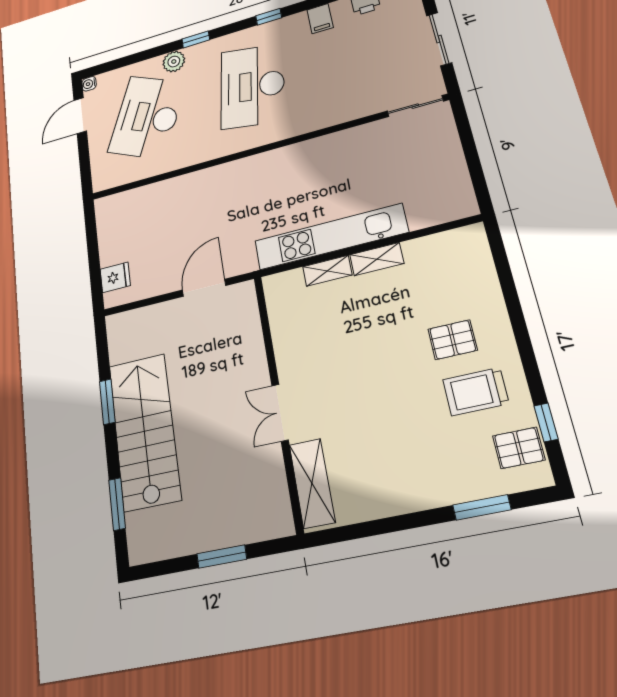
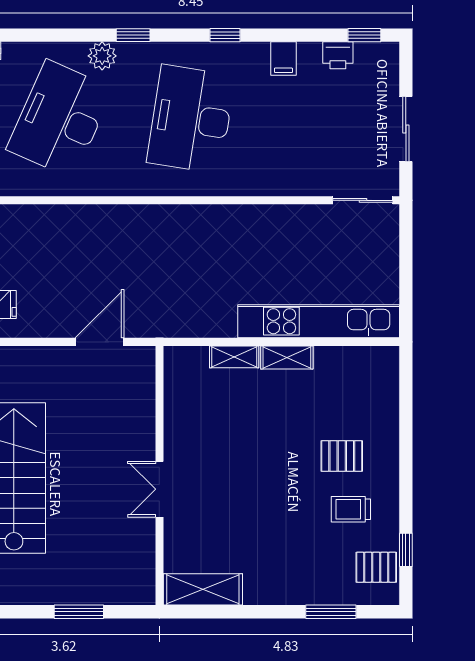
kitchen unit: (330, 237) -> (319, 321), moved
trolley: (476, 392) -> (351, 509), width x0.73, depth x0.72
shelving: (312, 483) -> (203, 589), moved, turned 90

